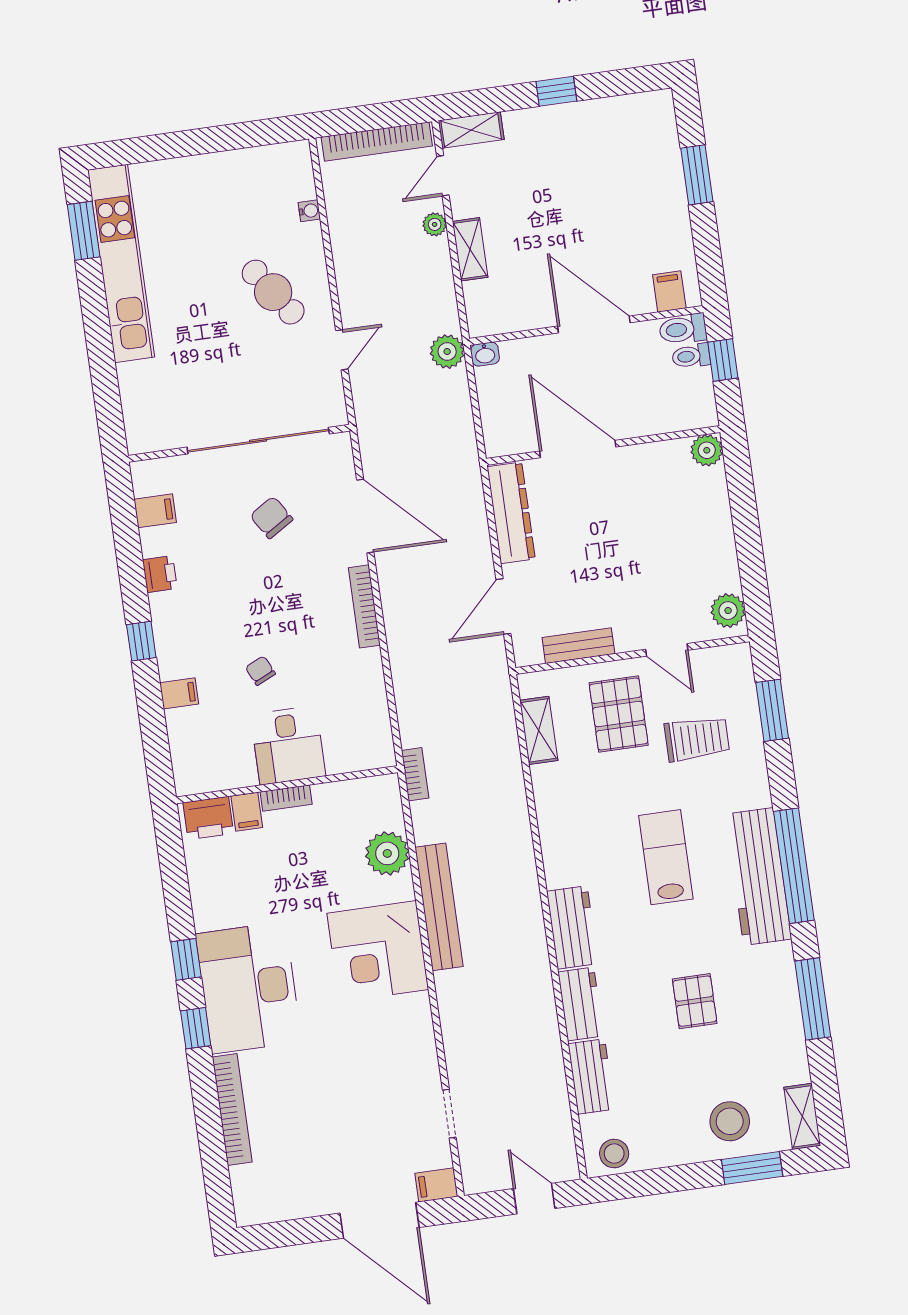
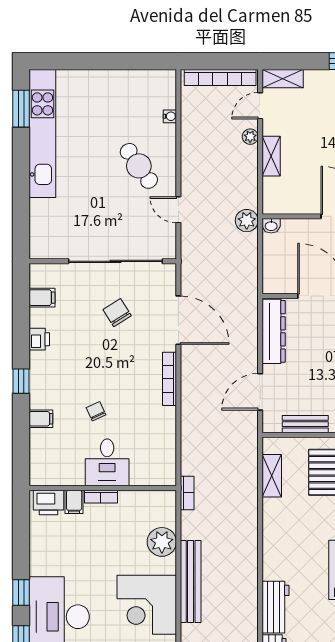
door: (342, 350) -> (178, 210), swing flipped

